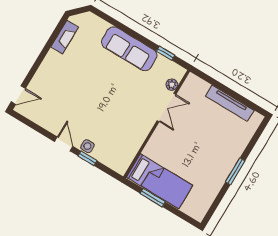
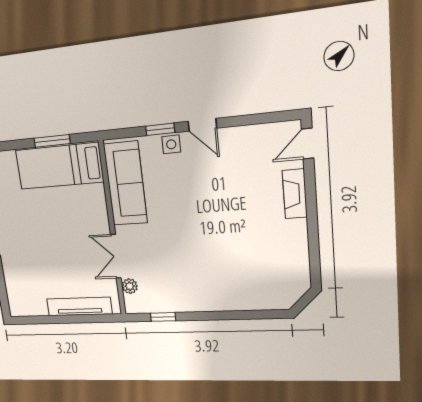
fireplace: (65, 37) -> (295, 194), moved
sofa: (129, 49) -> (125, 184), moved, turned 90
tv unit: (230, 103) -> (79, 307), moved

